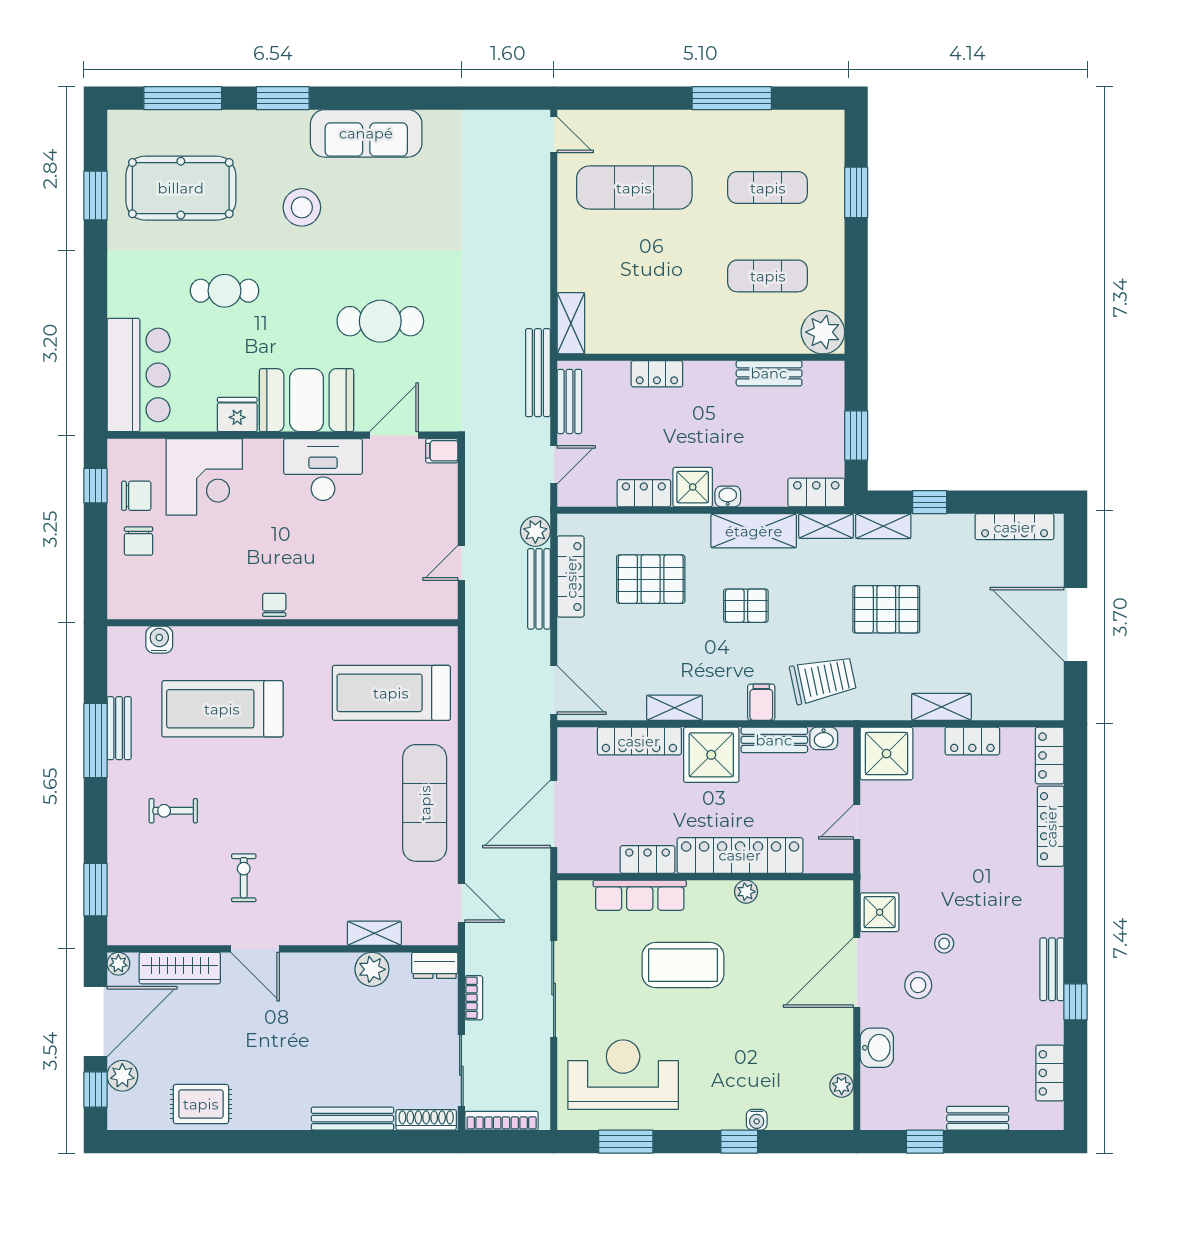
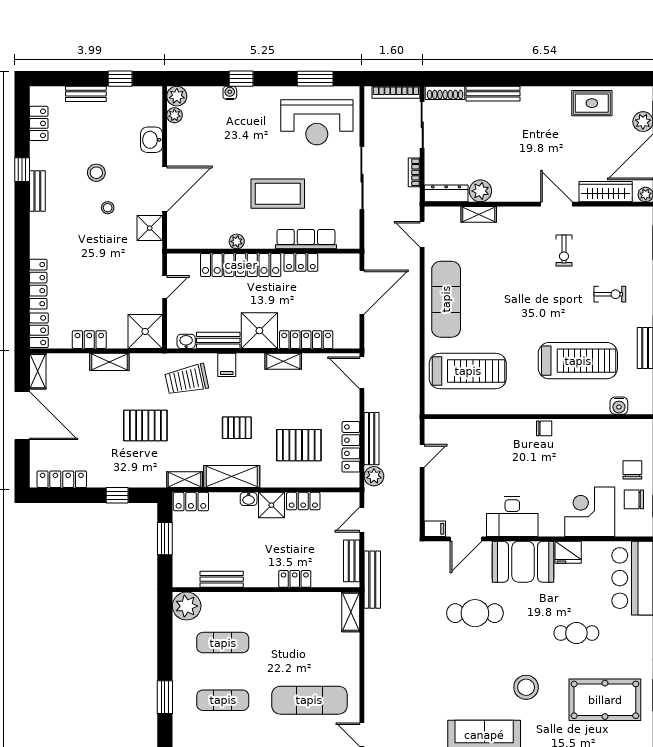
shelving: (883, 526) -> (38, 371), moved, turned 90
chair: (274, 605) -> (544, 428), turned -90
dresser: (435, 965) -> (446, 193), width x1.44
stool: (918, 985) -> (96, 173), moved
plant: (838, 1115) -> (177, 96), added

